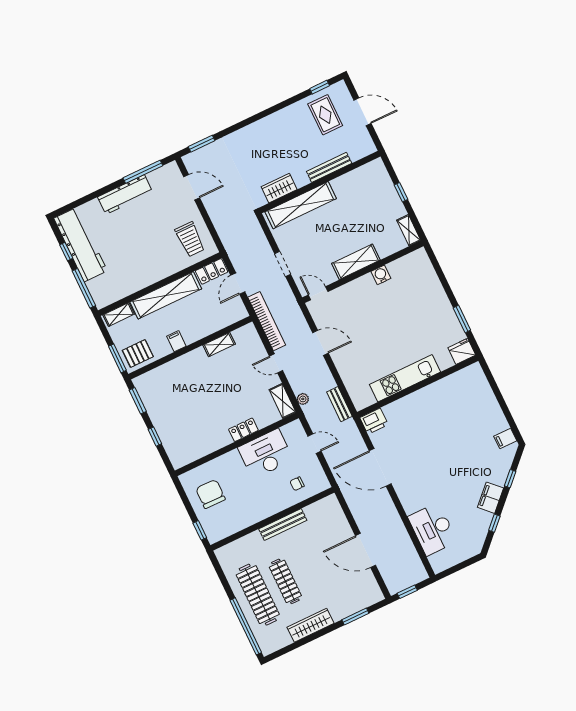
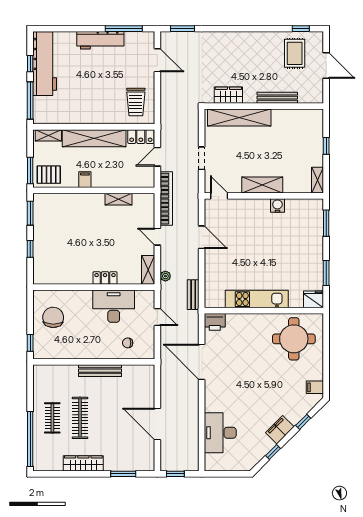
window: (438, 269) -> (326, 223), added
round table: (461, 400) -> (294, 339), added
clothes rail: (258, 595) -> (52, 418), width x0.54, depth x0.76

